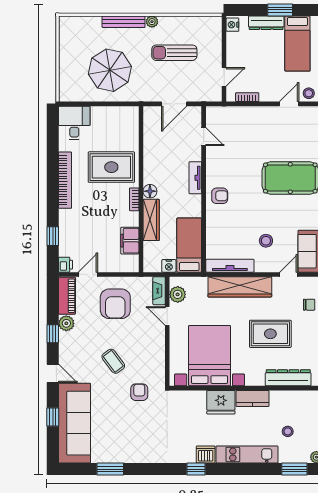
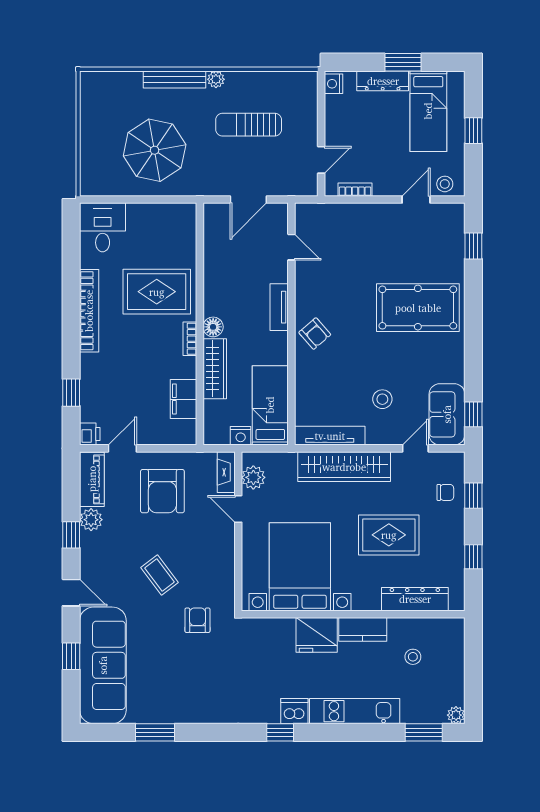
armchair: (220, 196) -> (315, 334), turned 49
stool: (288, 431) -> (413, 657), moved

